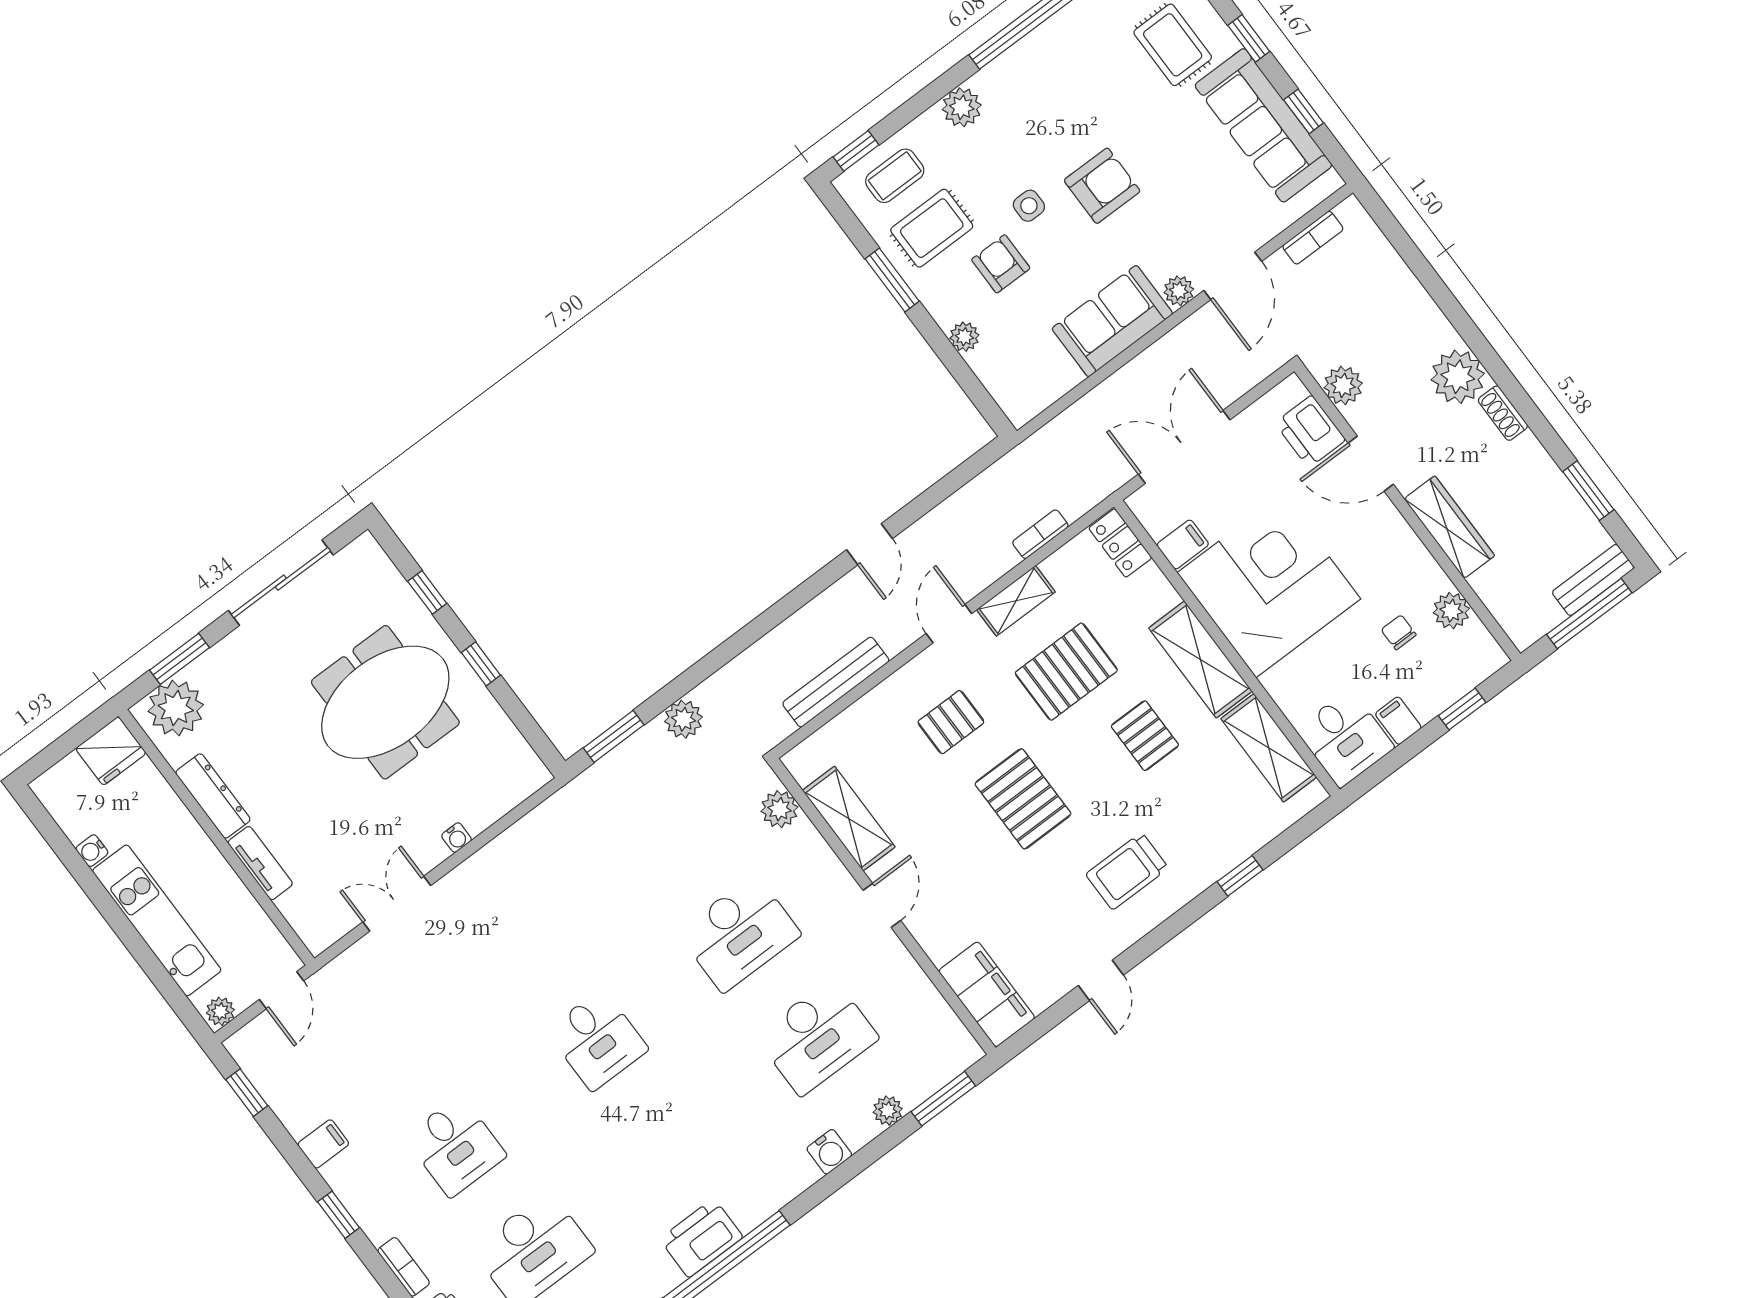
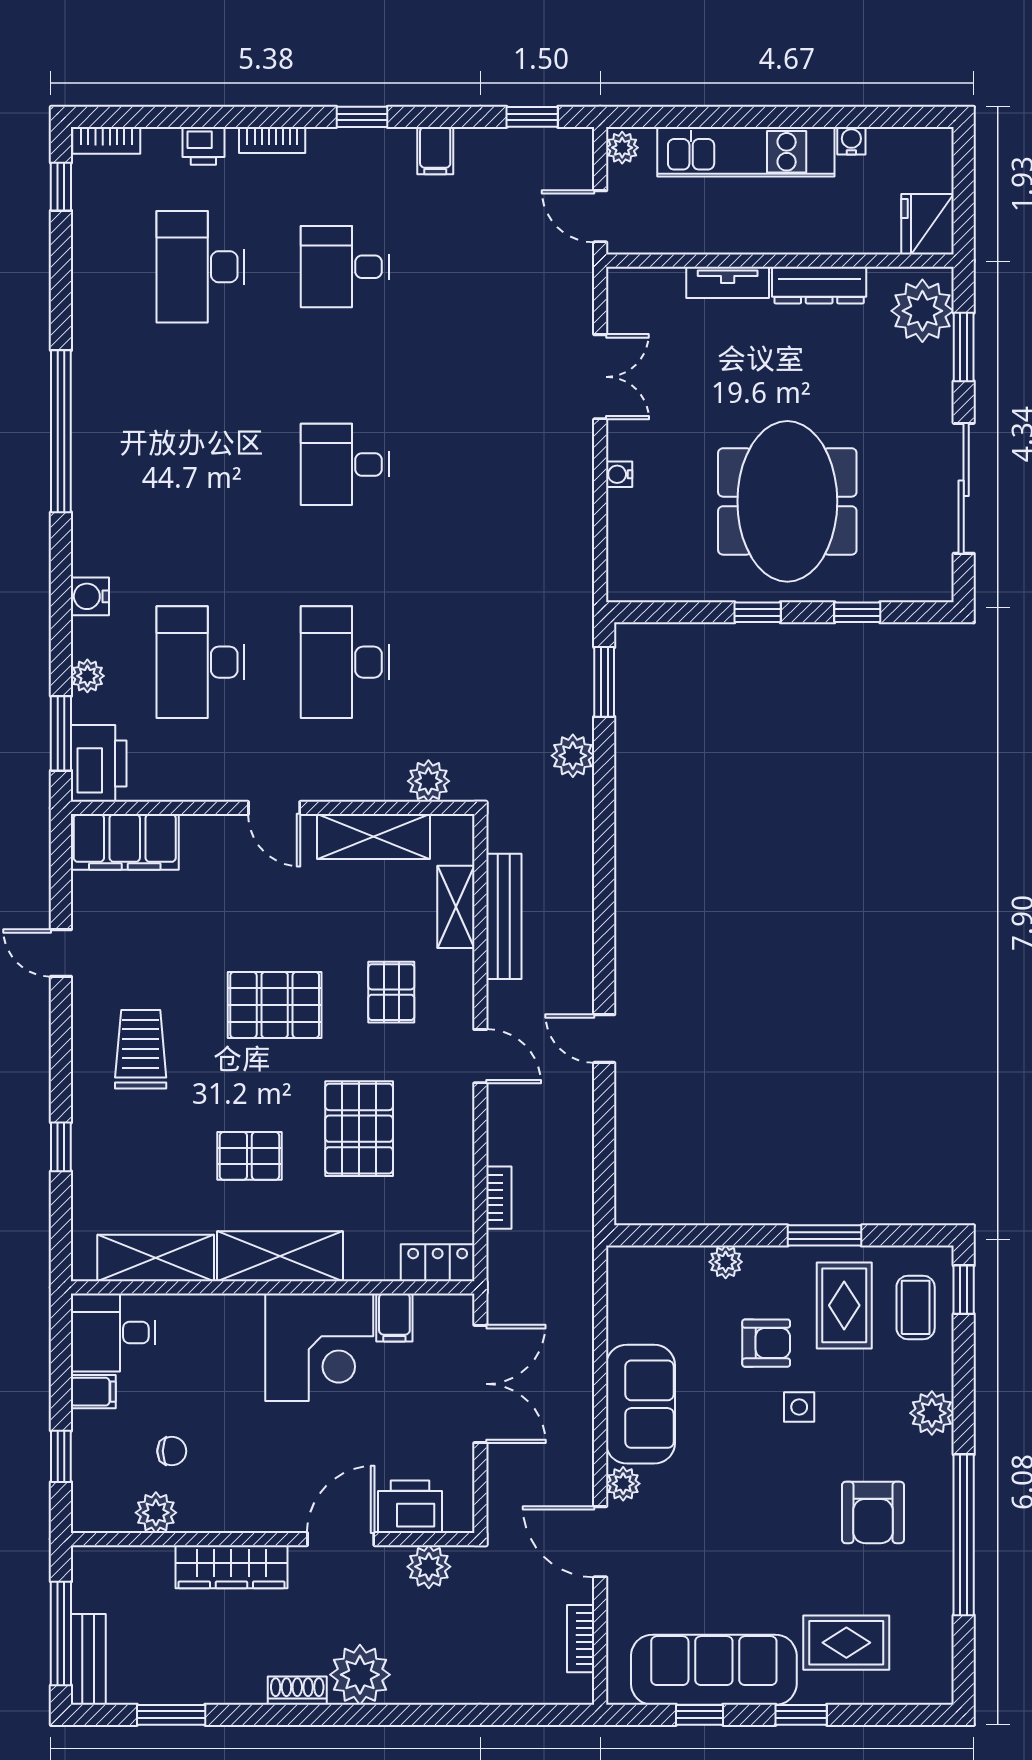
armchair: (1102, 186) -> (873, 1512), moved
corner desk: (1269, 586) -> (319, 1347), width x0.74, depth x0.74
shelving: (1016, 601) -> (456, 907), moved
printer: (701, 1238) -> (99, 763), moved

